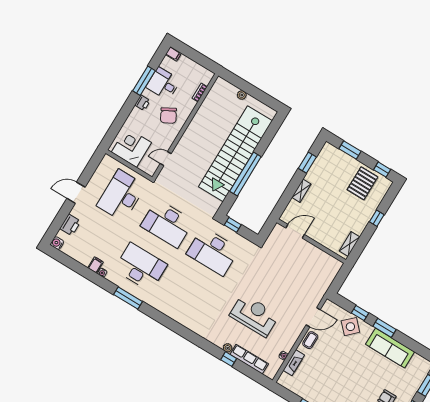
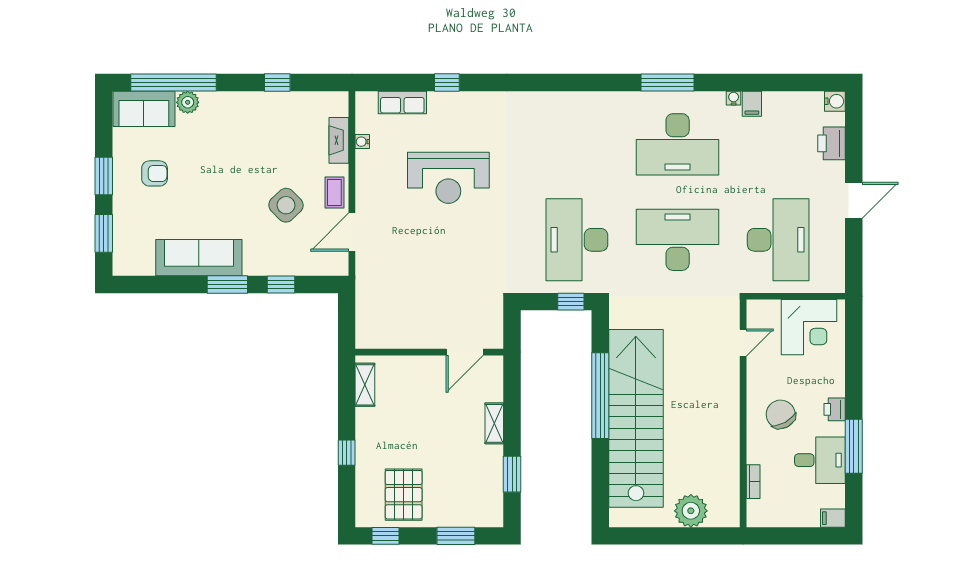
plant: (242, 95) -> (691, 511), width x1.87, depth x1.87
desk: (213, 251) -> (577, 240), turned -90
side table: (350, 327) -> (286, 205), moved
plant: (228, 348) -> (459, 99), removed
row of seats: (249, 359) -> (402, 103), width x0.68

